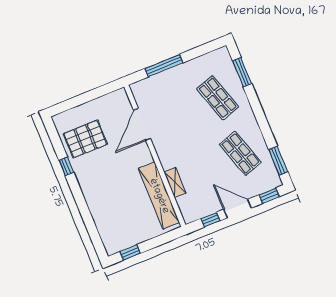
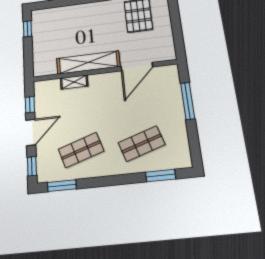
door: (142, 124) -> (137, 67), swing flipped
shelving: (159, 196) -> (88, 63), moved

